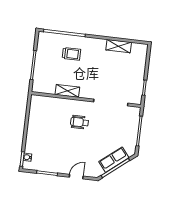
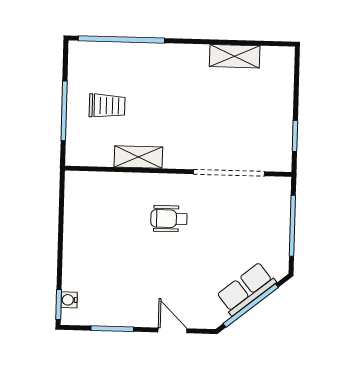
trolley: (71, 54) -> (107, 106), moved
door: (76, 177) -> (172, 330), hinge flipped

